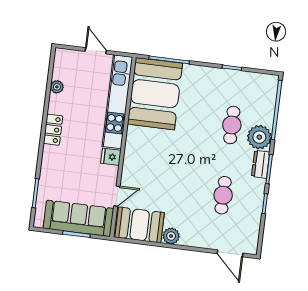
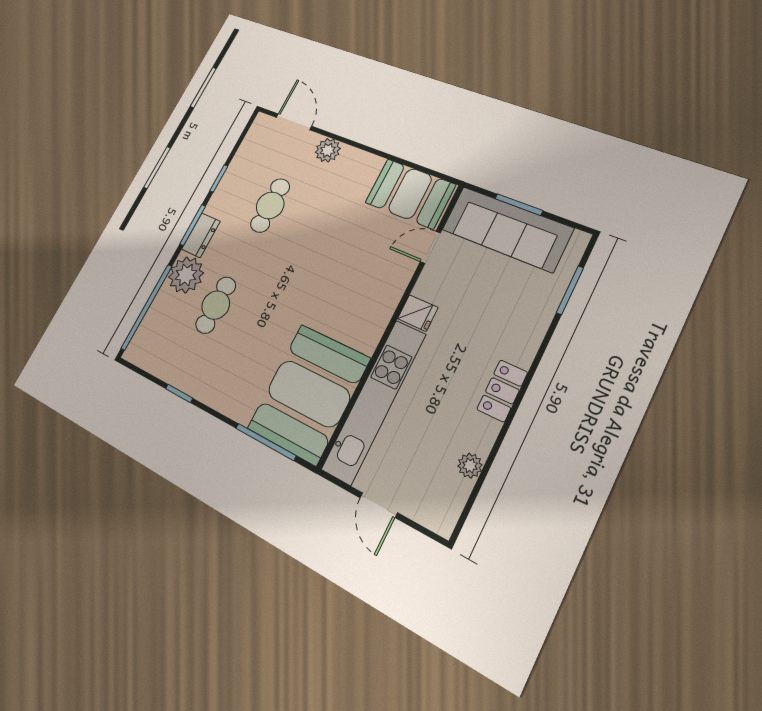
plant: (171, 236) -> (328, 150), moved

